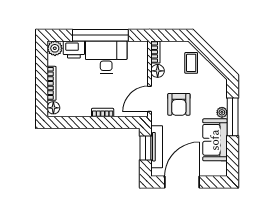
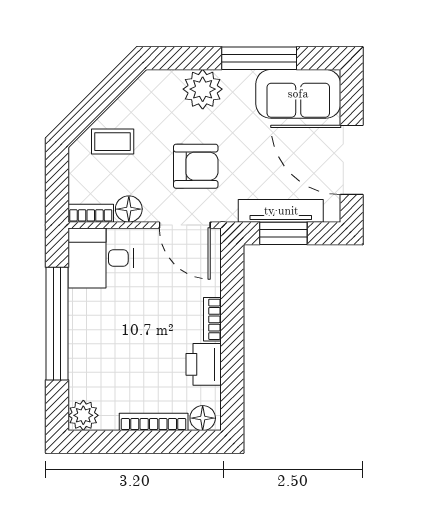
printer: (74, 49) -> (204, 364), moved, turned 180
desk: (106, 57) -> (101, 258), moved, width x0.73
plant: (222, 112) -> (203, 89), width x1.88, depth x1.88
window: (233, 117) -> (259, 58), moved
sofa: (215, 140) -> (298, 94), moved

